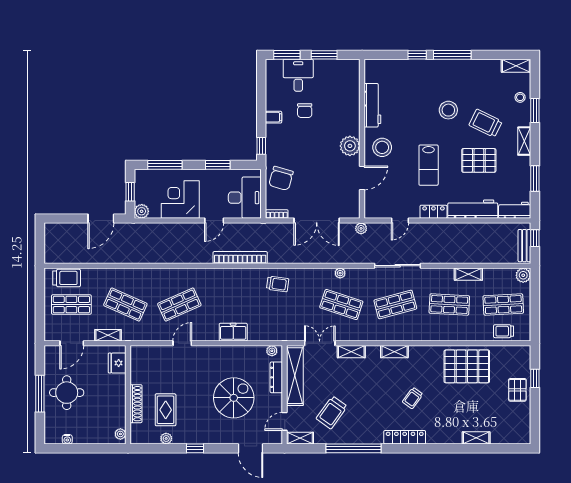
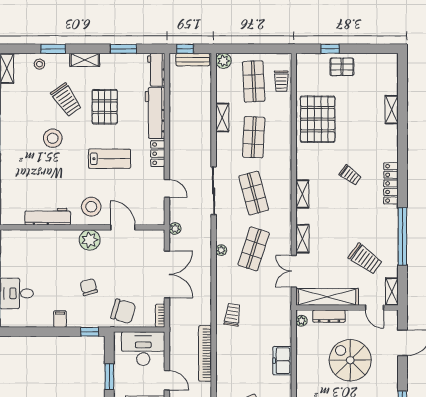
chair: (305, 111) -> (89, 287), moved, turned -106
trolley: (486, 123) -> (66, 100), turned -61

